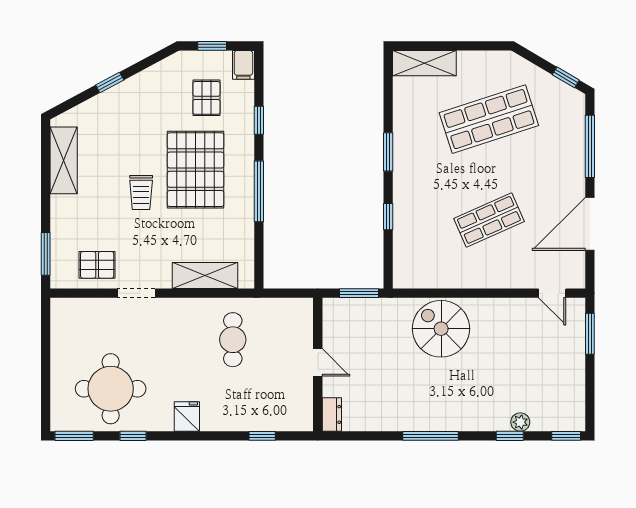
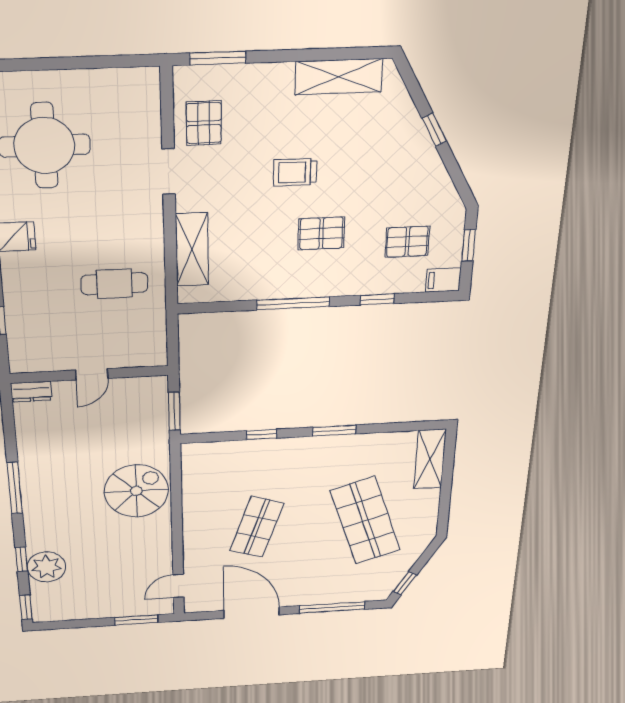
pallet: (196, 170) -> (321, 233), width x0.49, depth x0.50
shop shelf: (489, 220) -> (257, 527), turned 42
plant: (520, 422) -> (46, 567), width x1.87, depth x1.87

